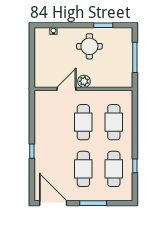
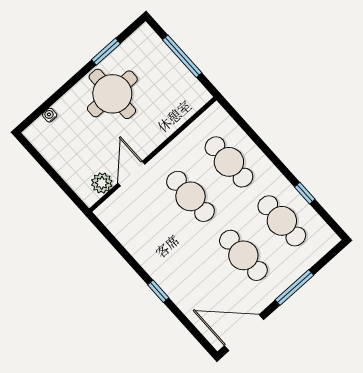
round table: (89, 46) -> (112, 94), width x1.36, depth x1.36
plant: (84, 81) -> (102, 183), moved

